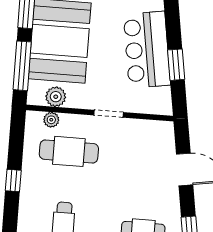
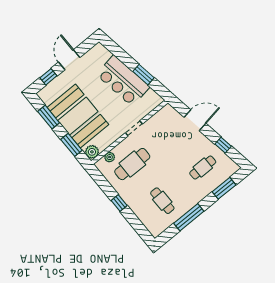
window: (22, 66) -> (71, 145), width x0.69
plant: (56, 97) -> (92, 152), moved

